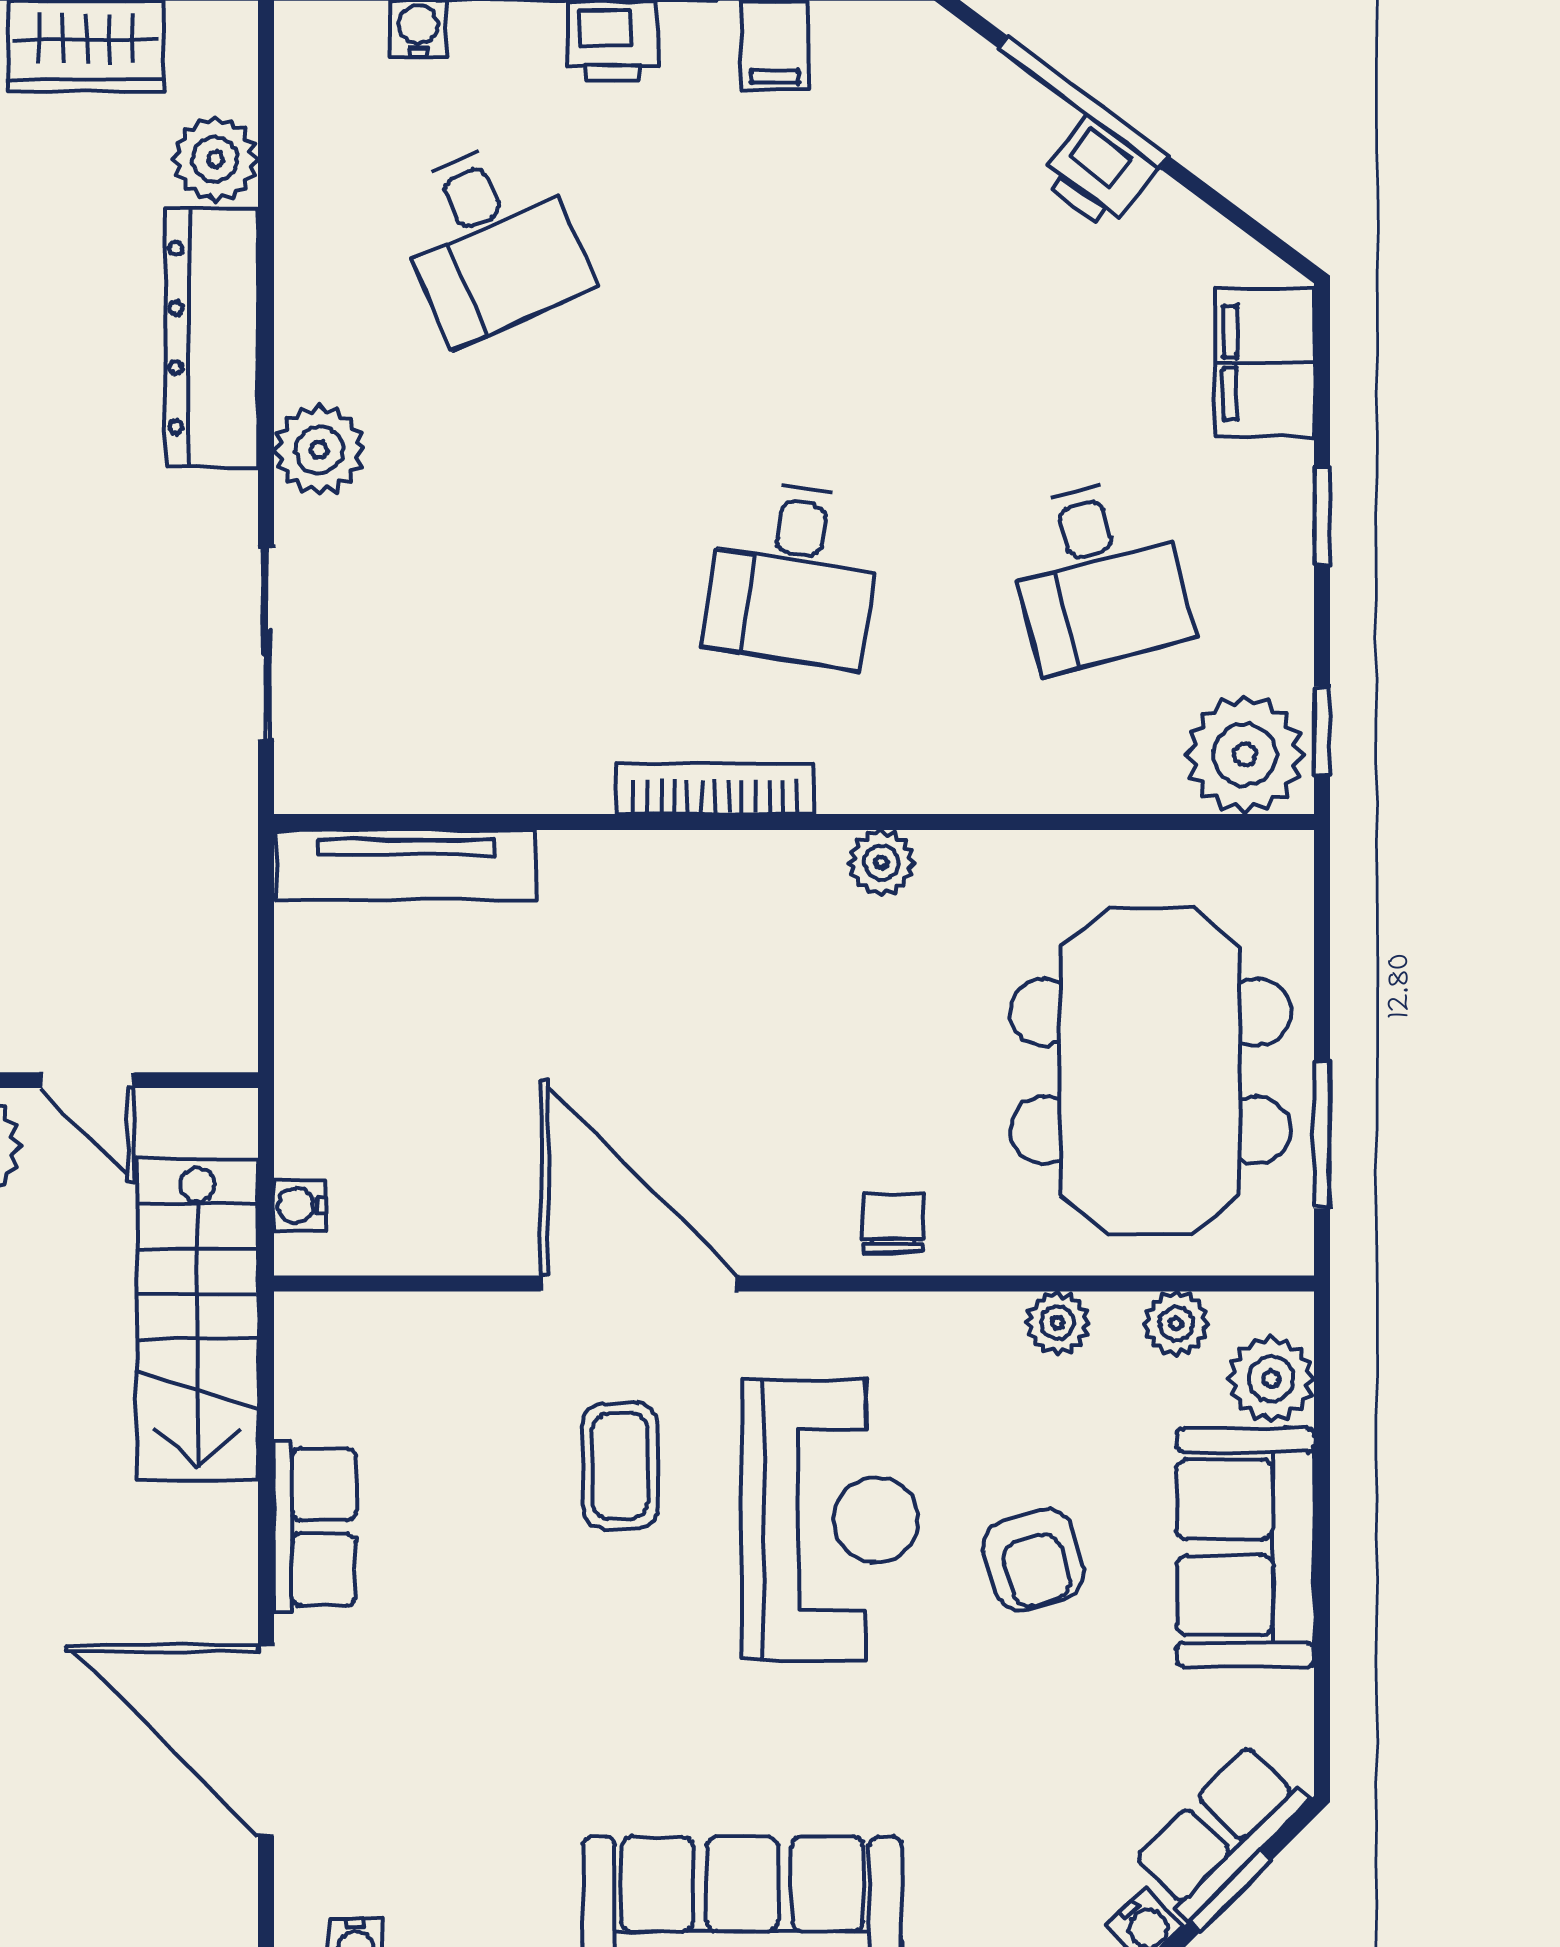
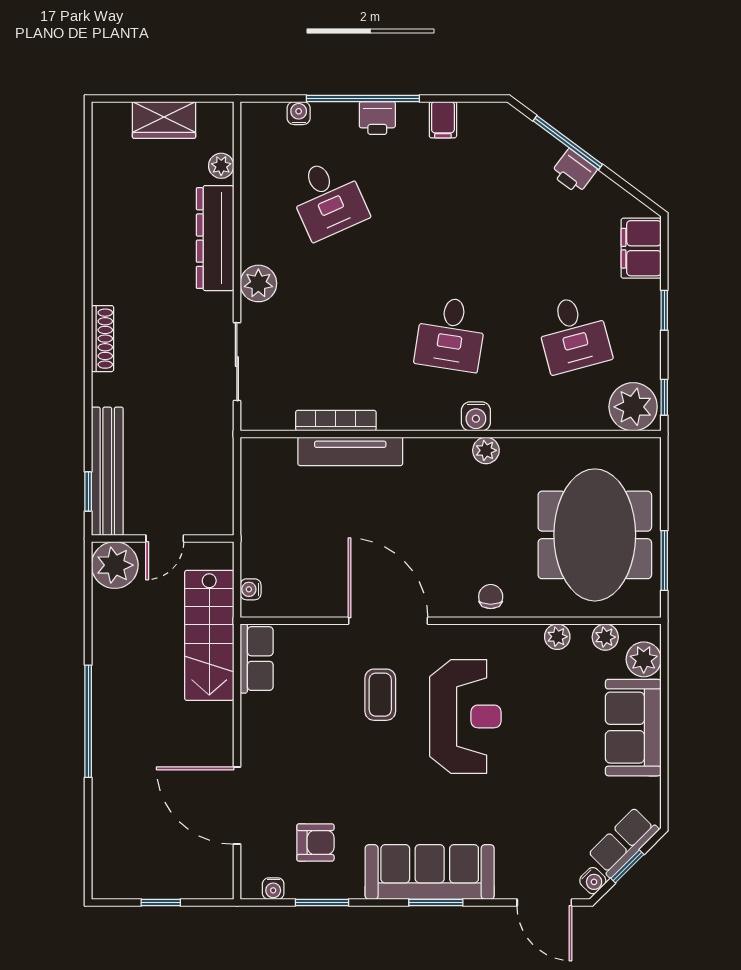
plant: (215, 159) -> (221, 166), width x0.73, depth x0.73
water cooler: (856, 778) -> (476, 416), added
bookcase: (715, 789) -> (336, 421), moved
tv unit: (406, 865) -> (350, 451), moved
door: (88, 1080) -> (165, 538), hinge flipped
row of seats: (315, 1527) -> (257, 659), moved
armchair: (1034, 1560) -> (315, 842), moved, turned -74

